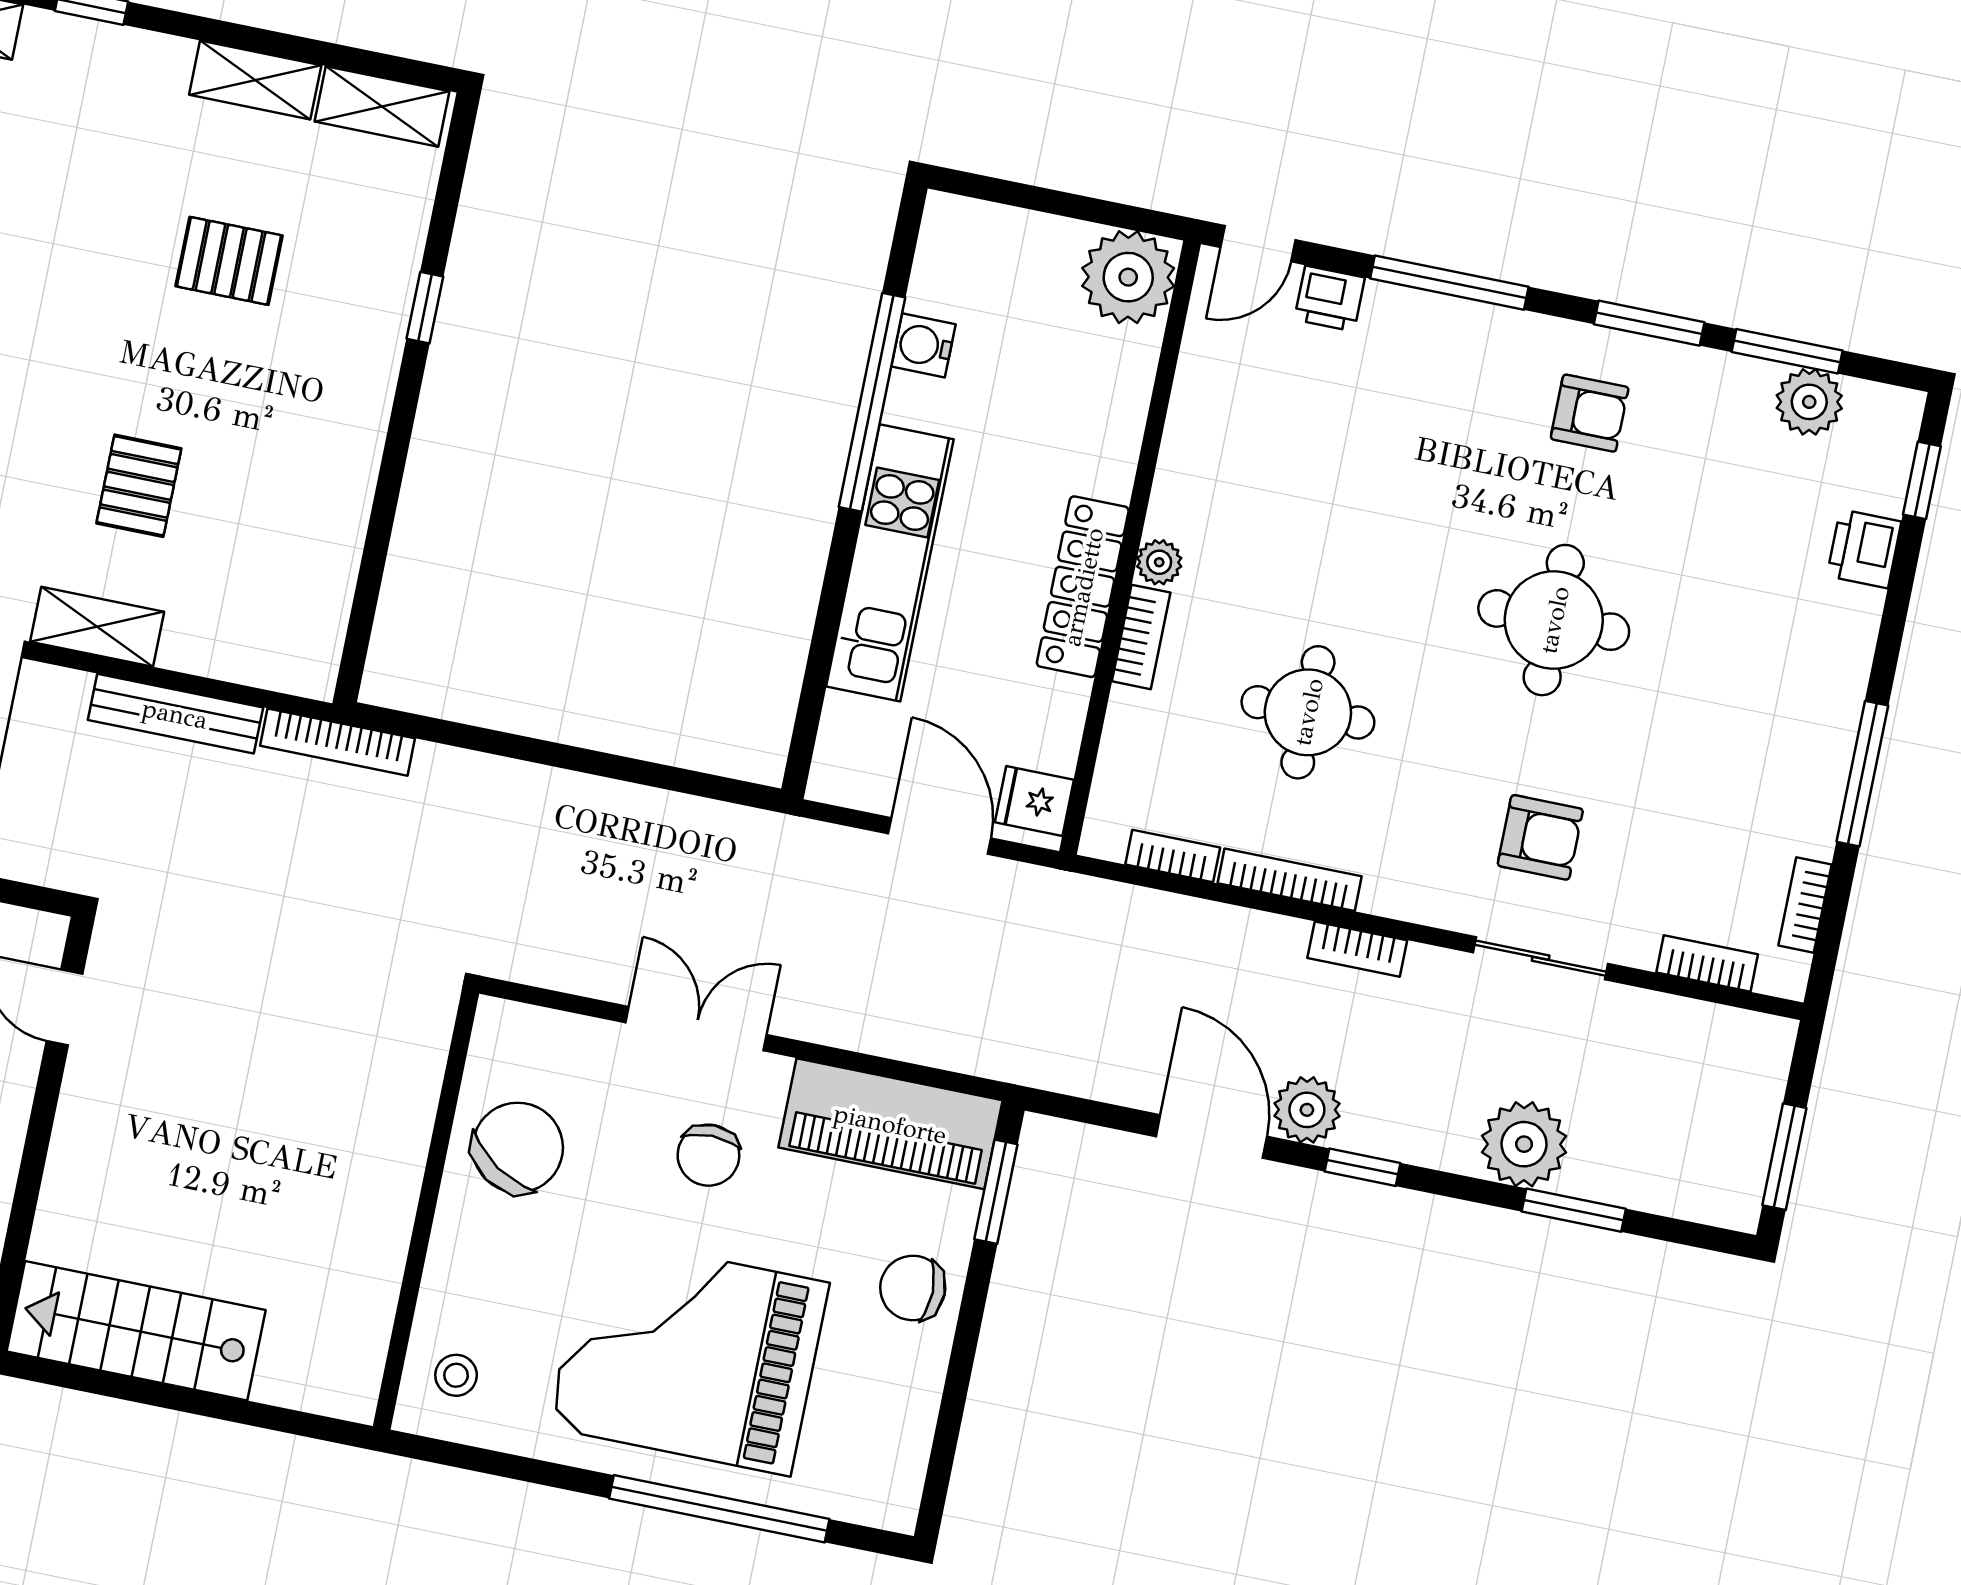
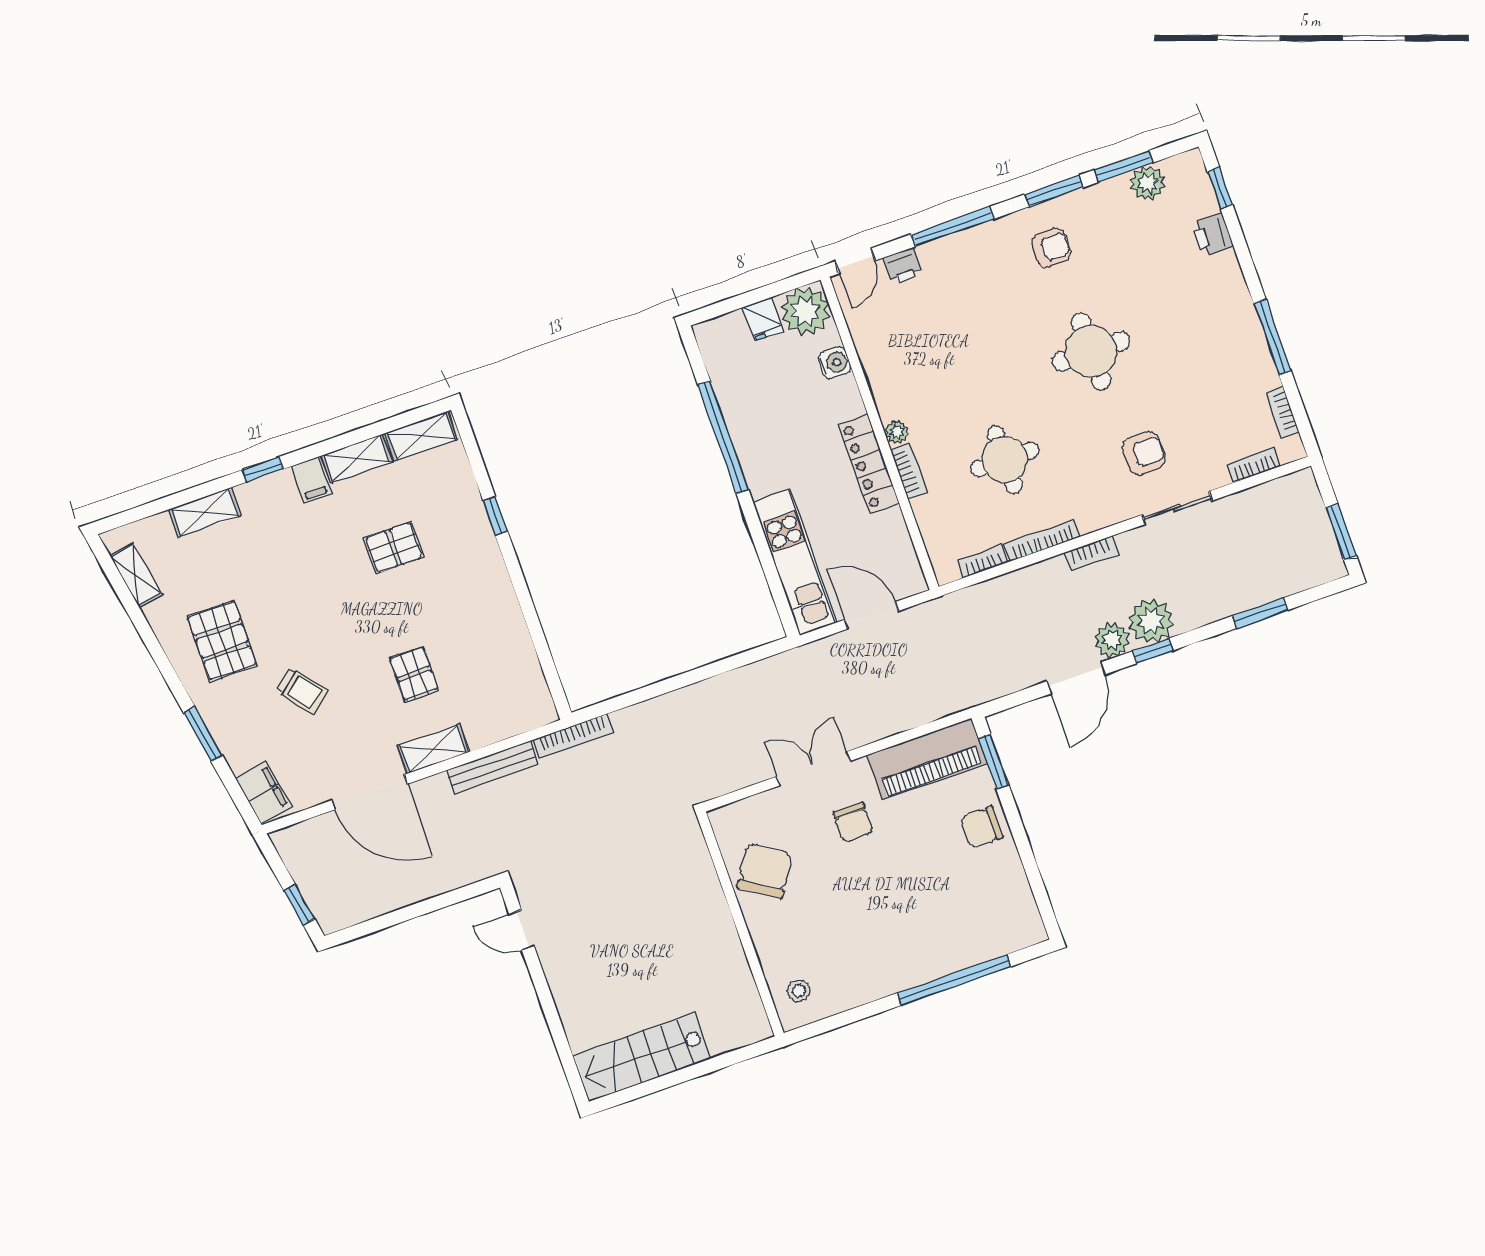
filing cabinet: (161, 70) -> (311, 480), added
water cooler: (923, 345) -> (835, 363), moved, turned 180
kitchen unit: (890, 563) -> (795, 562), moved
fridge: (1034, 801) -> (763, 319), moved, turned -90
door: (1212, 1137) -> (1076, 678), swing flipped
plant: (1524, 1144) -> (1151, 621), moved
grand piano: (689, 1355) -> (899, 919), removed

